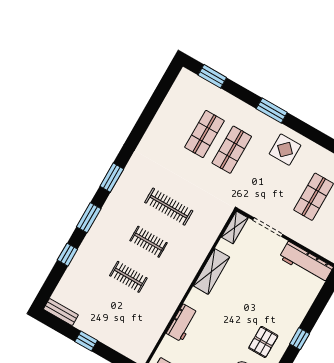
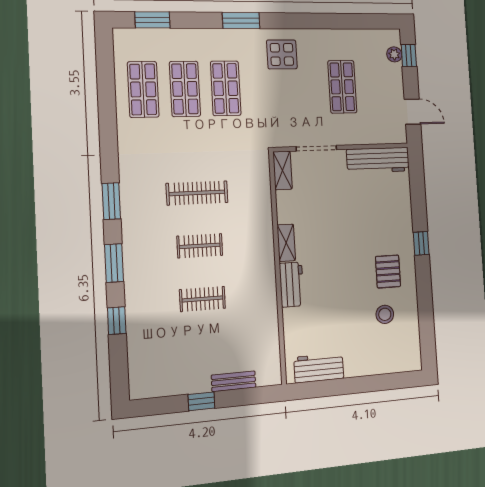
shop shelf: (177, 118) -> (143, 89), added
shelving: (212, 272) -> (286, 243), width x0.67, depth x0.75
bench: (61, 312) -> (234, 381), moved
workbench: (182, 323) -> (292, 285), moved

